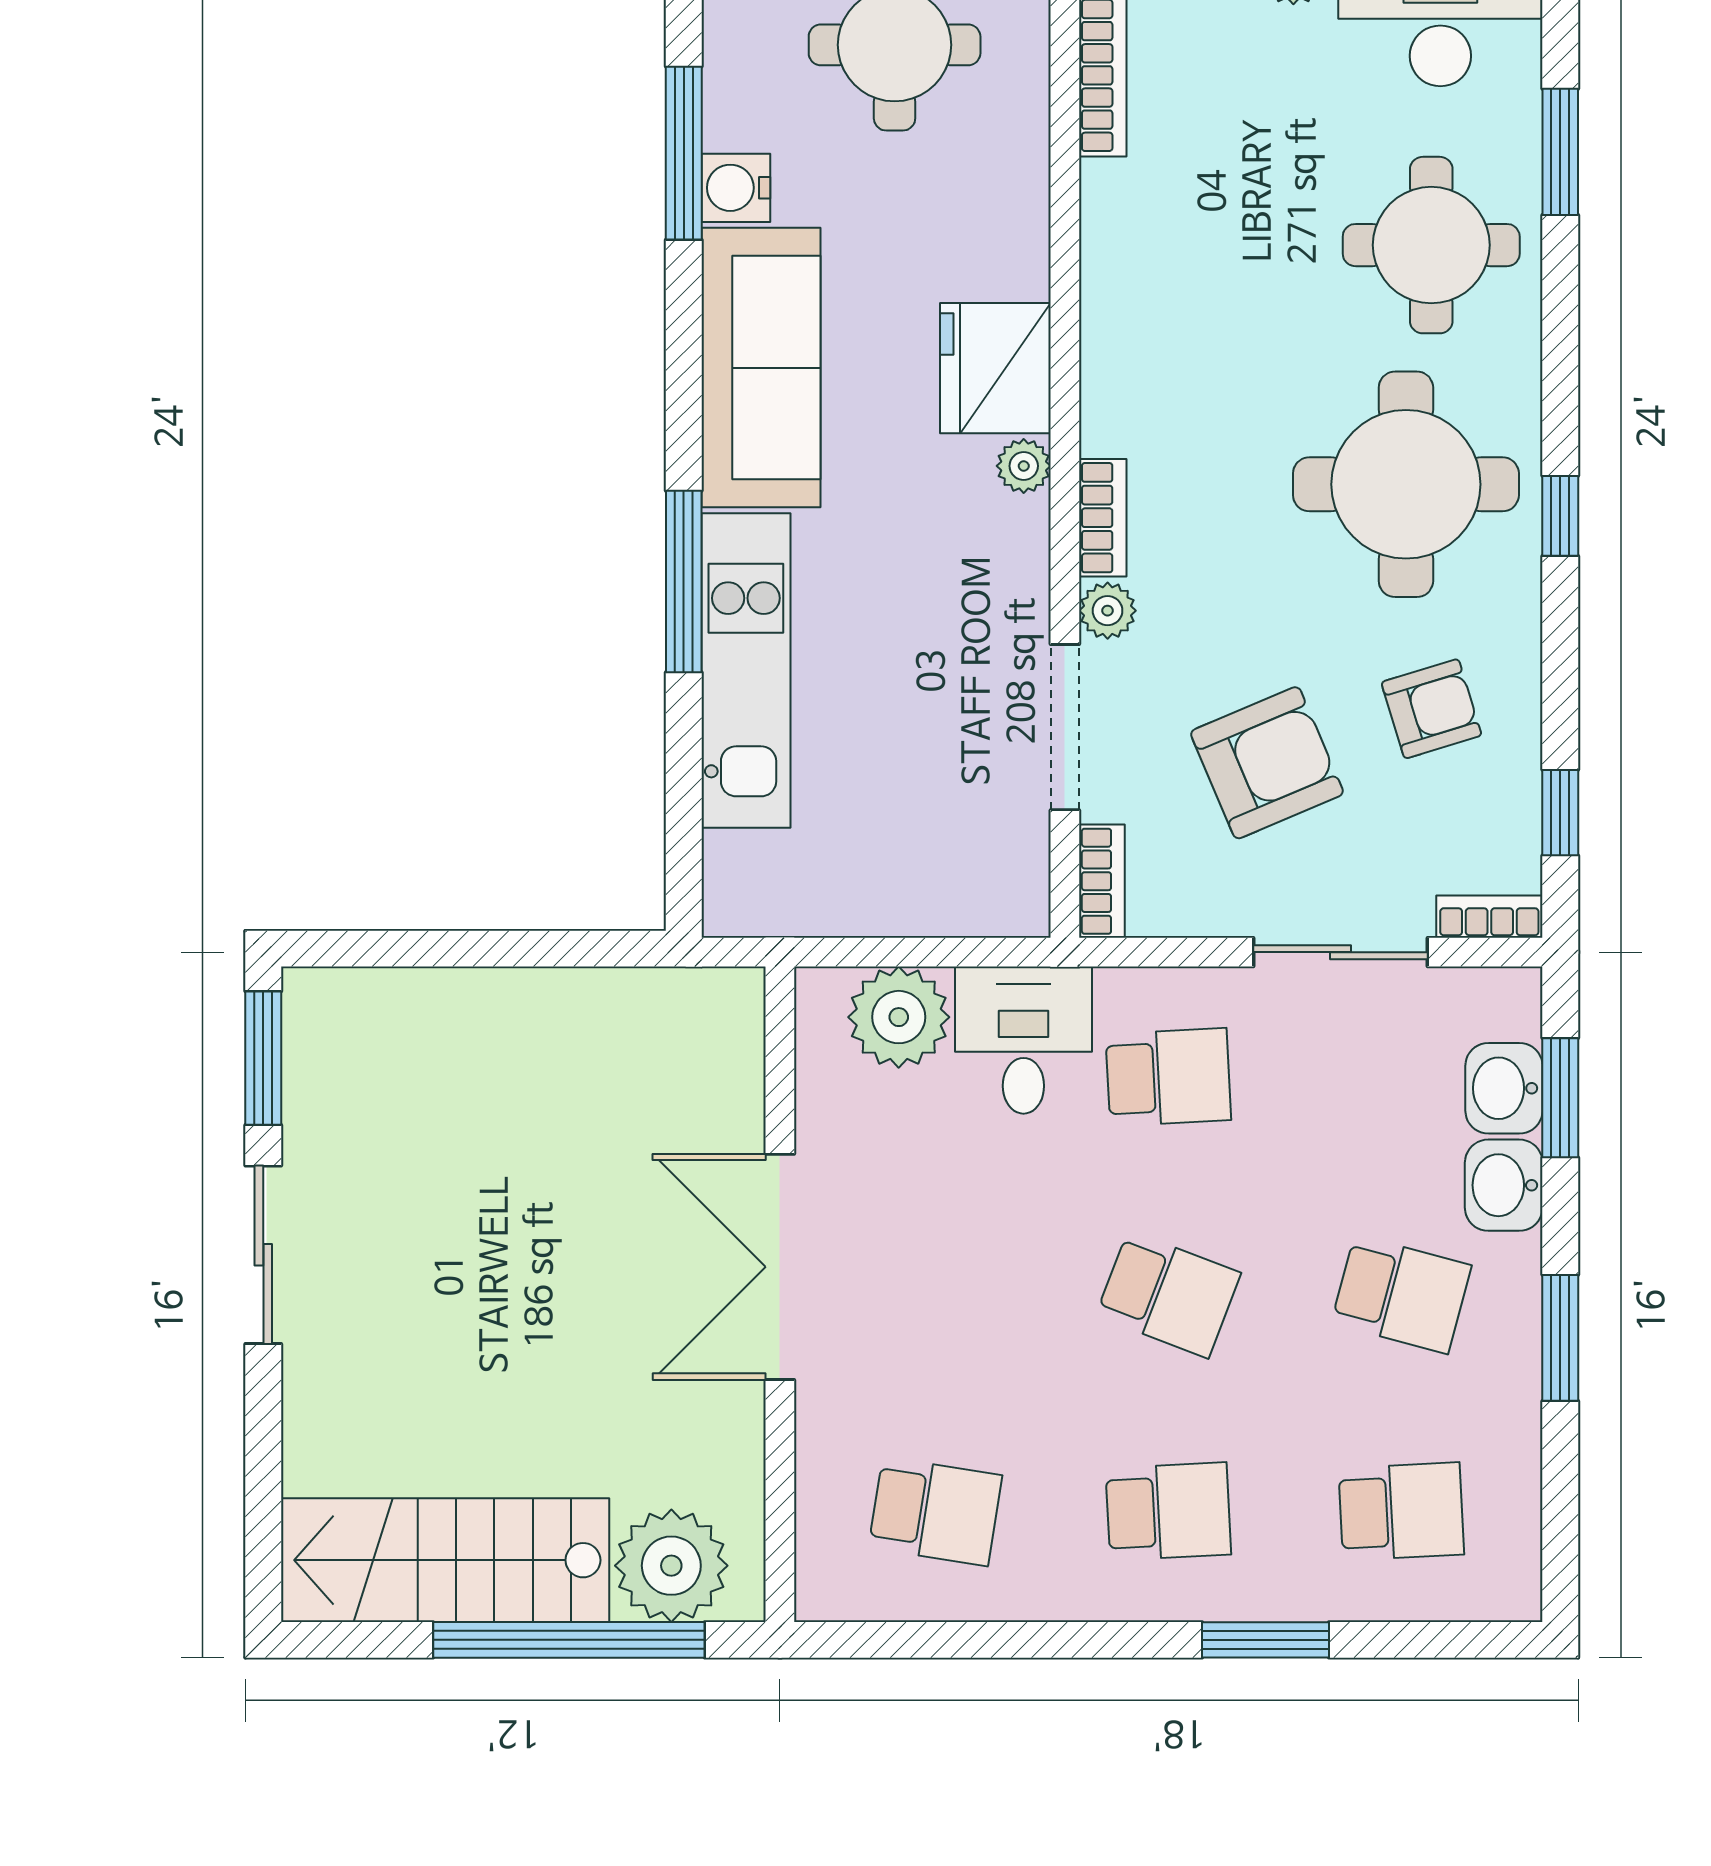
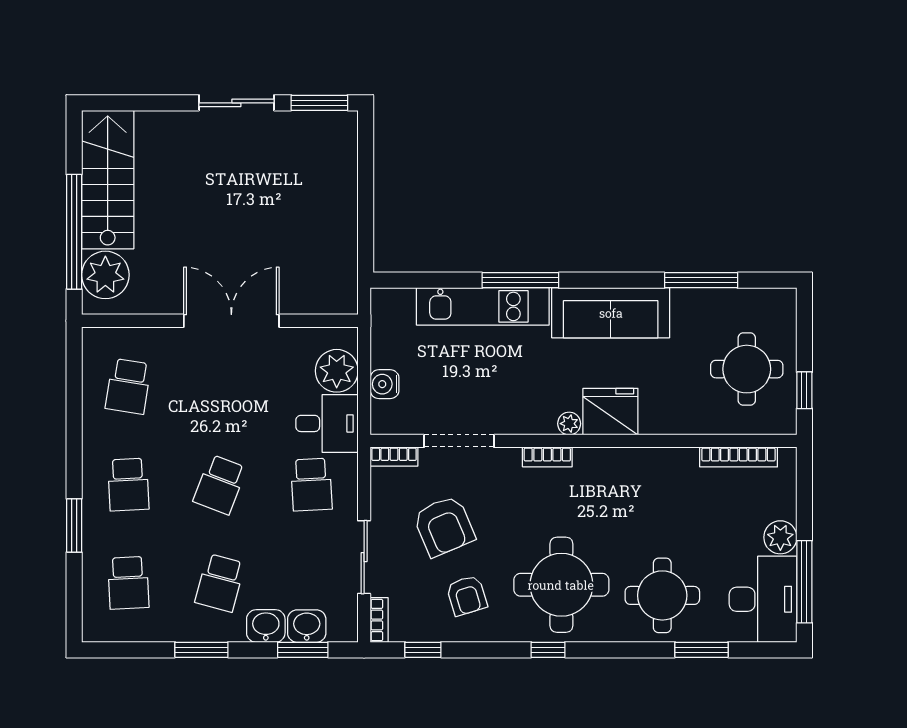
water cooler: (736, 188) -> (385, 384), moved, turned -90
plant: (1108, 611) -> (508, 459), removed

